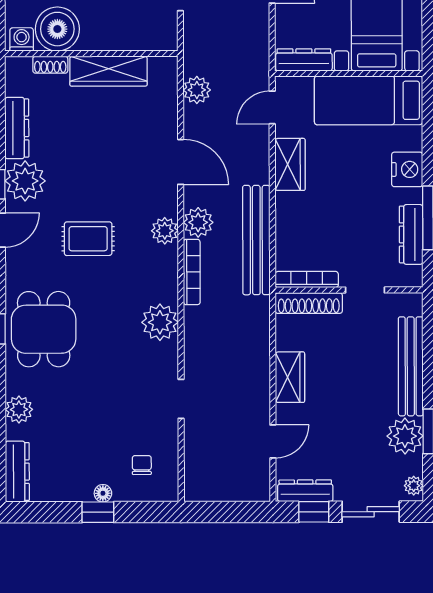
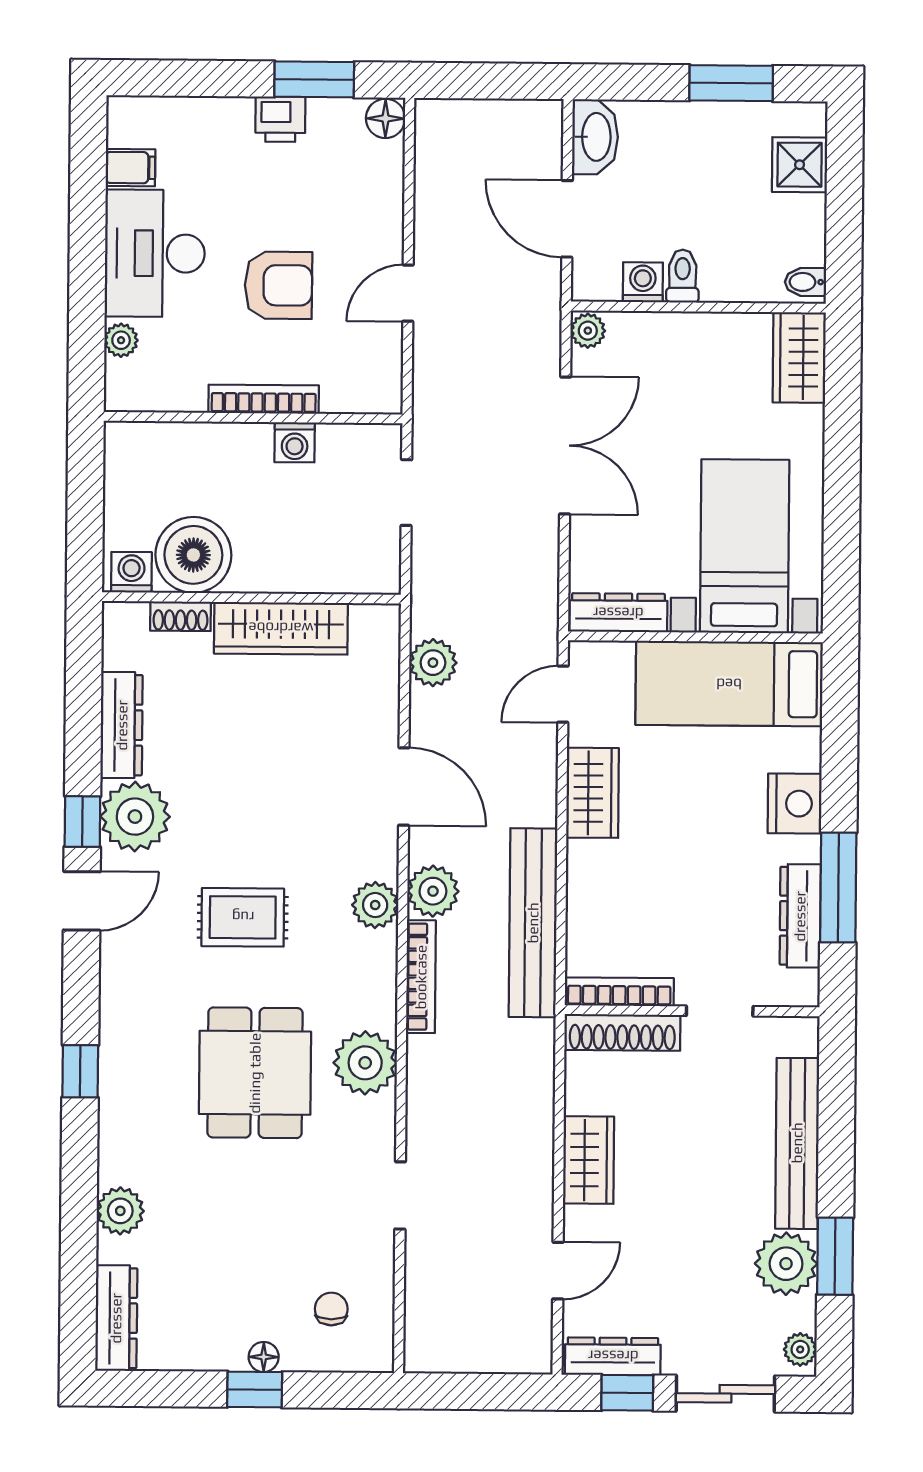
dining table: (44, 329) -> (255, 1073), moved

